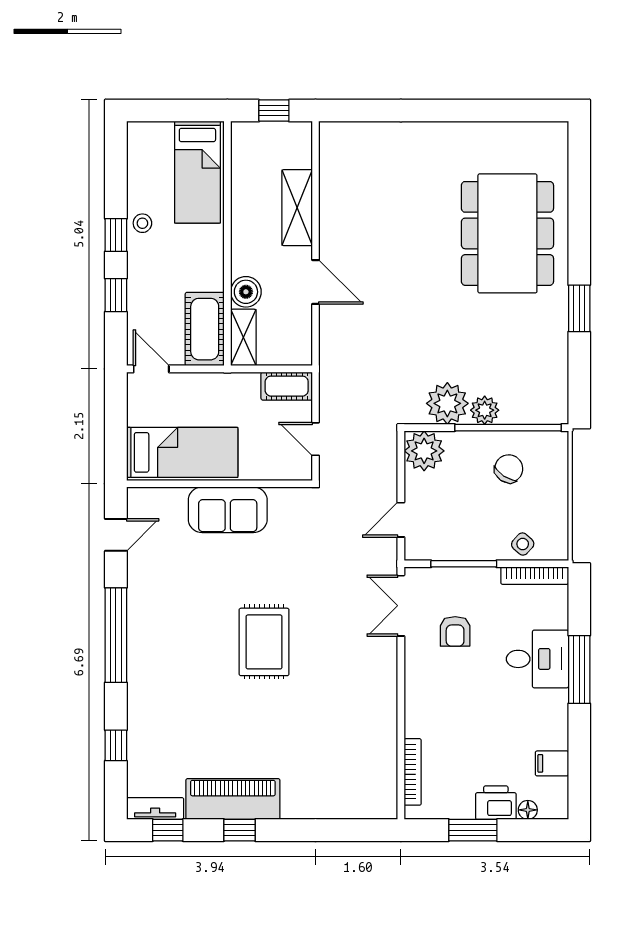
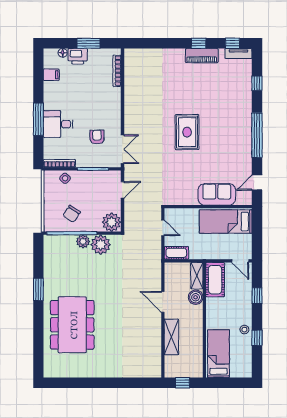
window: (116, 235) -> (257, 338), moved
sofa: (228, 510) -> (217, 194), moved
piano: (233, 799) -> (202, 56), width x0.73, depth x0.75

